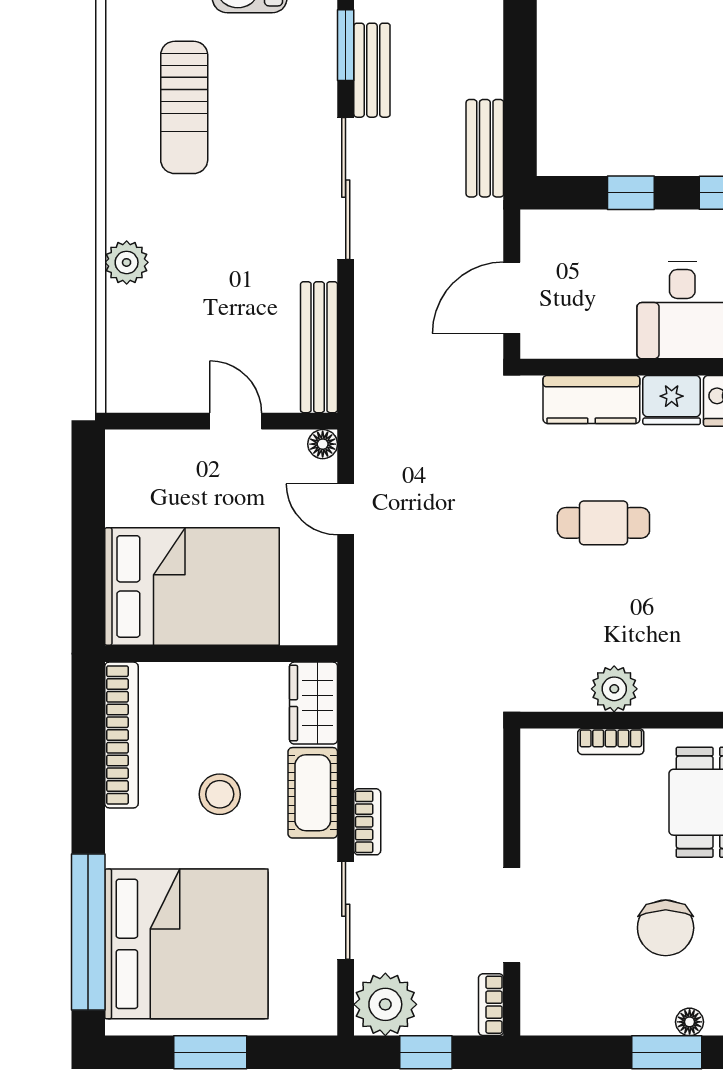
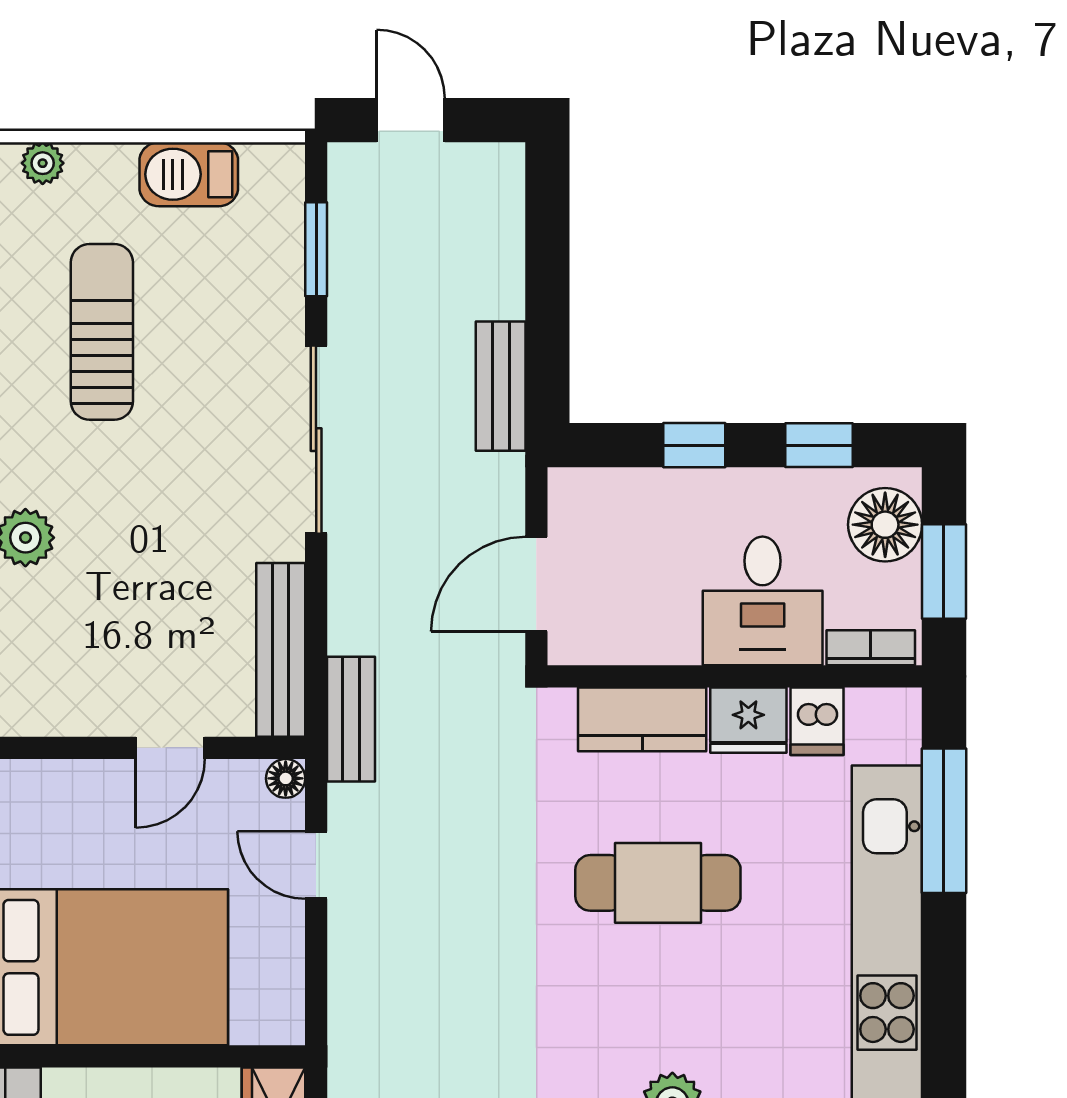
bench: (372, 70) -> (351, 719), moved
sun lounger: (184, 107) -> (102, 332), turned 180
door: (236, 421) -> (170, 748), swing flipped
cafe table: (603, 523) -> (658, 883), width x1.37, depth x1.35

